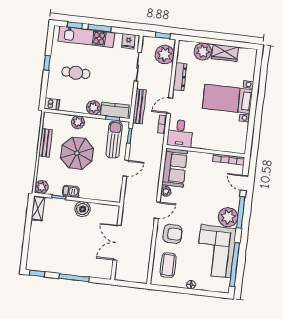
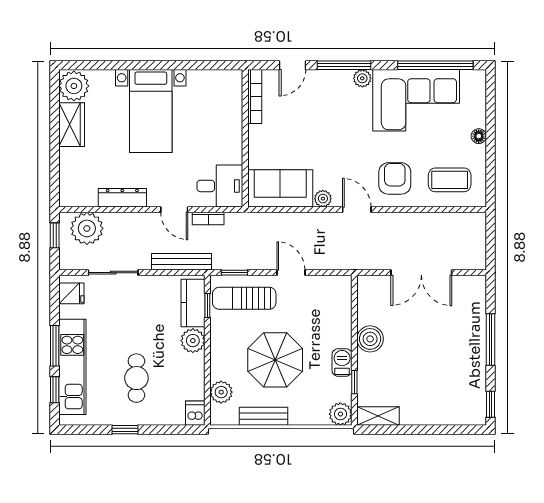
plant: (203, 51) -> (74, 86), moved
plant: (78, 122) -> (221, 392), moved
plant: (228, 217) -> (362, 78), width x0.53, depth x0.53

